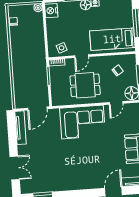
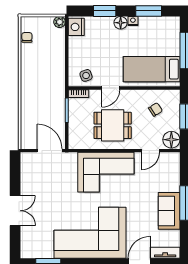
door: (37, 108) -> (50, 151), swing flipped
tv unit: (20, 128) -> (26, 174), removed
double door: (15, 168) -> (15, 211), moved
corner sofa: (73, 170) -> (90, 233), added

